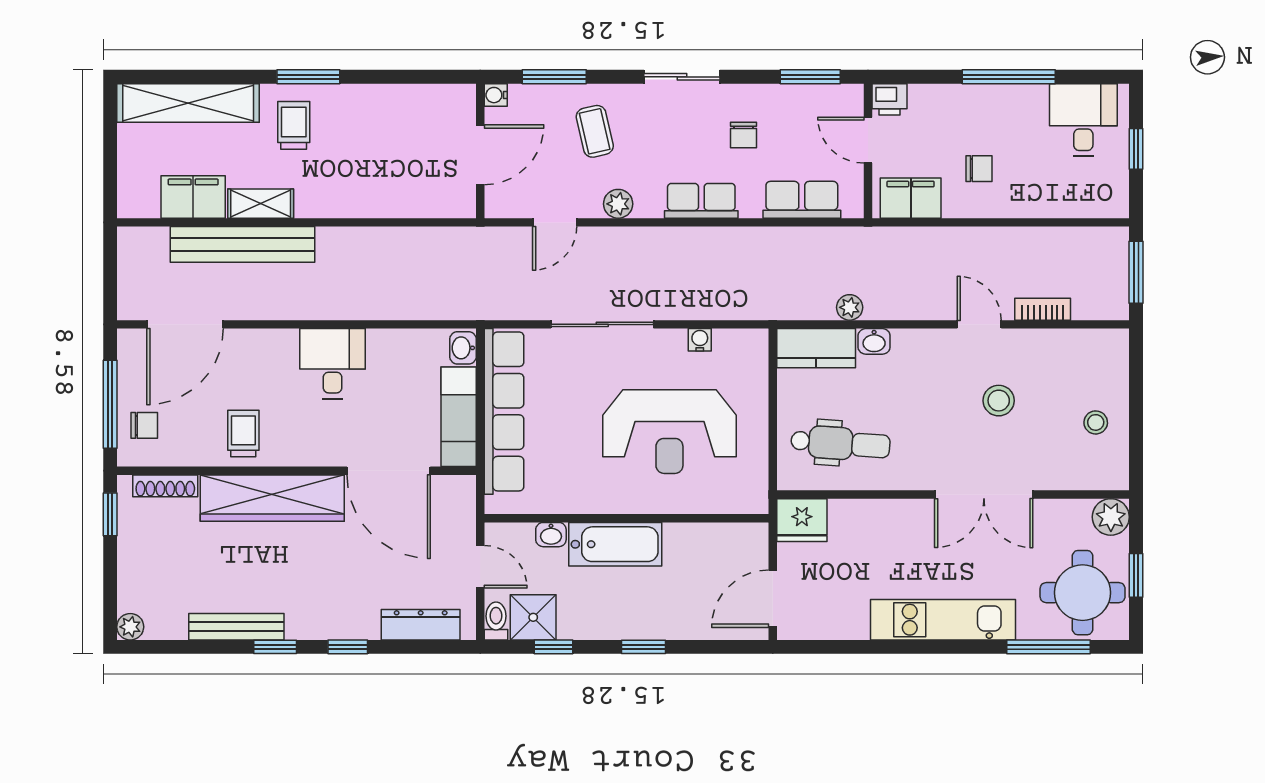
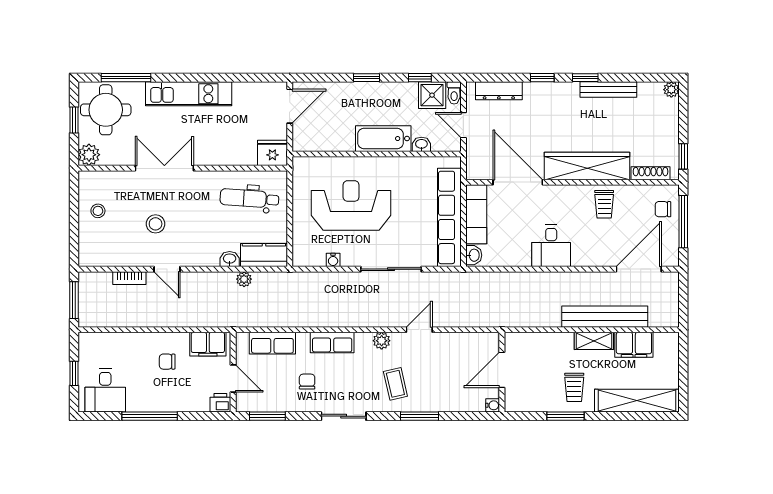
water cooler: (496, 95) -> (493, 405), moved
wall: (480, 151) -> (502, 372), moved
door: (480, 155) -> (502, 370), moved

